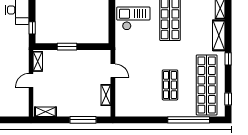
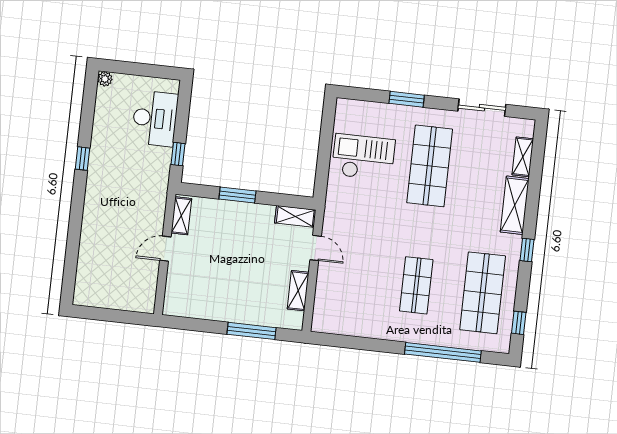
shop shelf: (207, 85) -> (483, 293), width x0.71
shelving: (45, 112) -> (295, 216), moved

